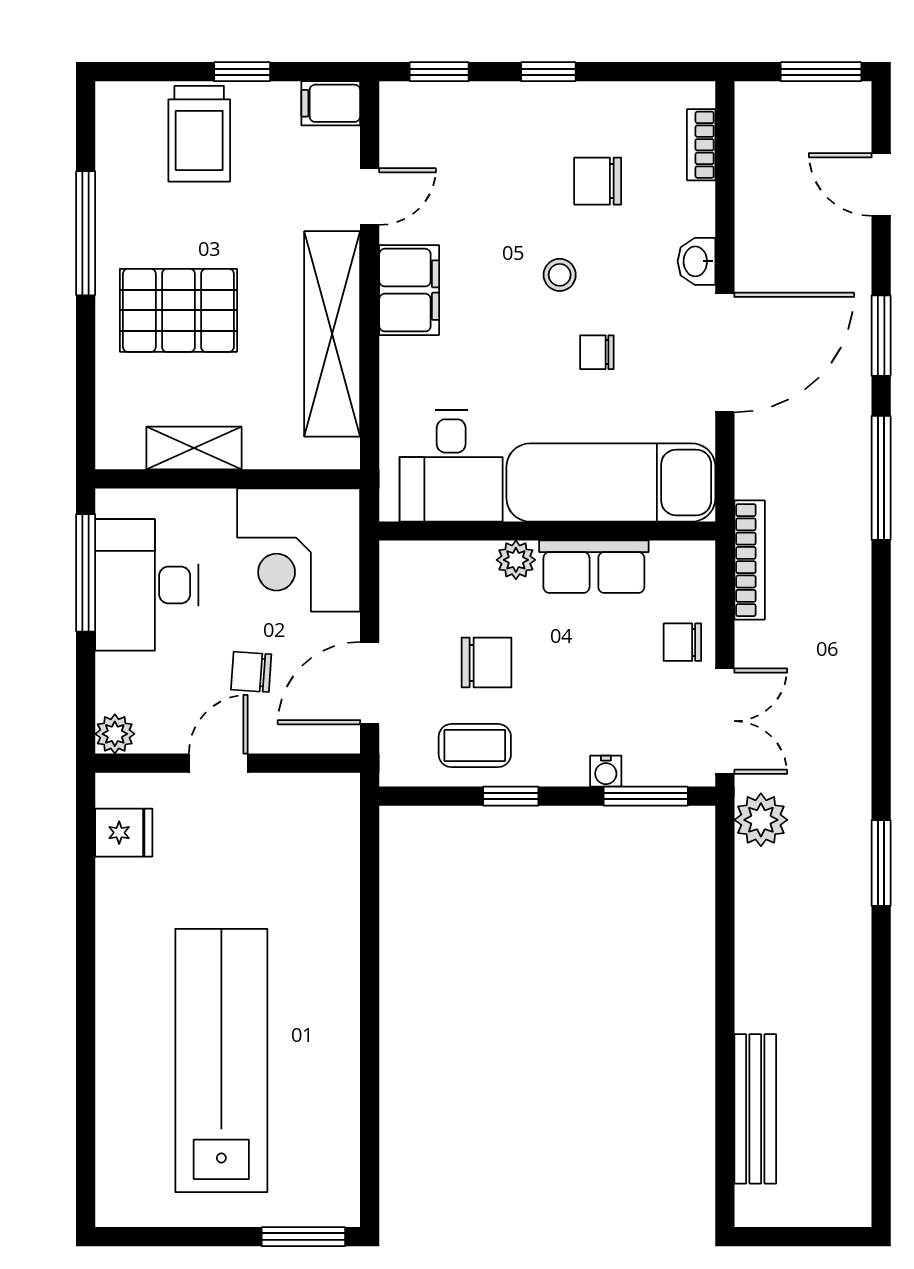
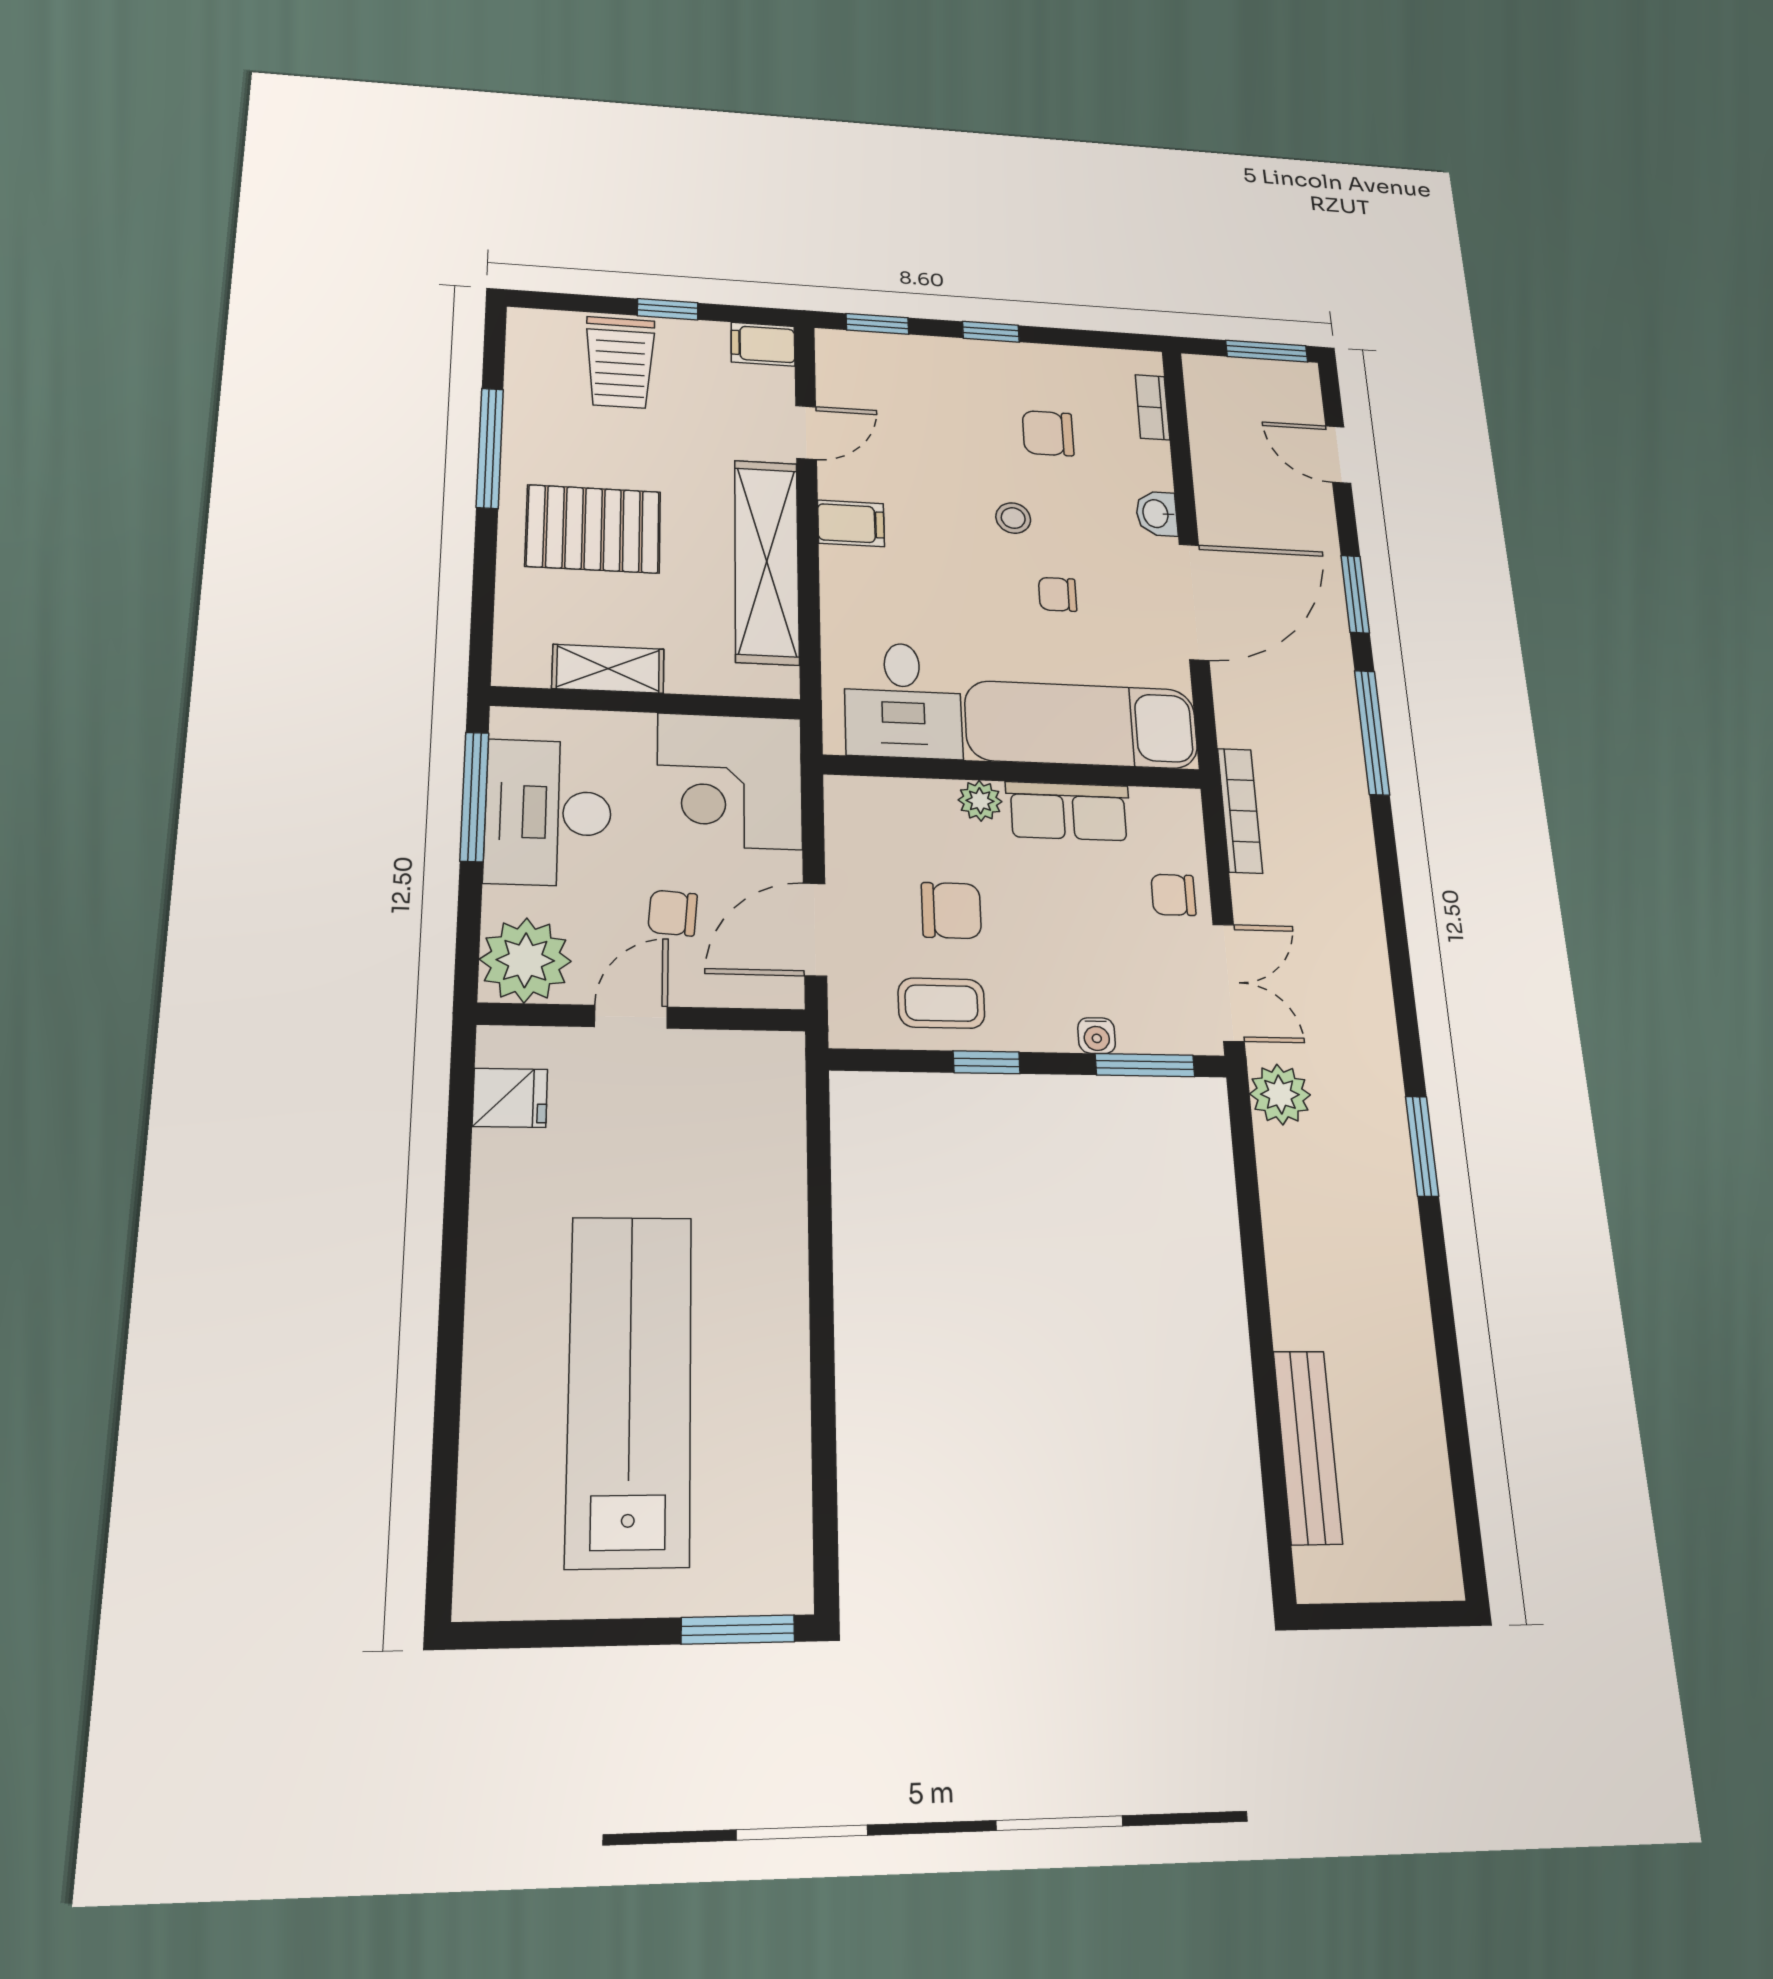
filing cabinet: (409, 290) -> (851, 523), width x0.50
plant: (115, 734) -> (525, 960), width x1.88, depth x1.88

